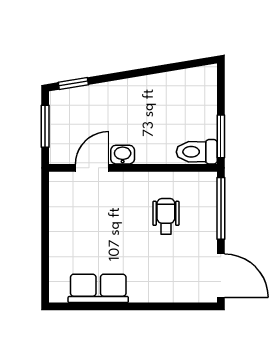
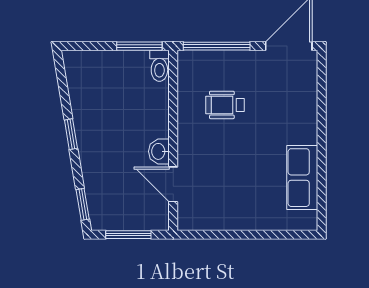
window: (139, 73) -> (71, 134), added
toilet: (197, 152) -> (159, 66), width x0.73, depth x0.72

